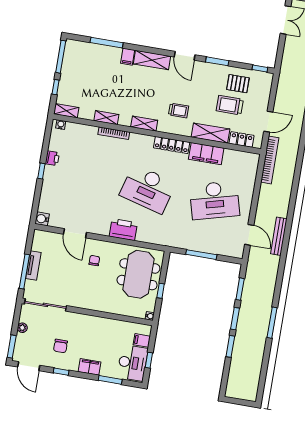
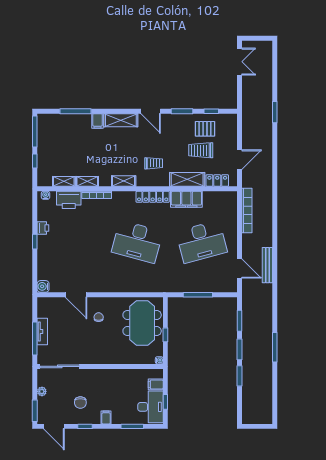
window: (260, 69) -> (211, 111), moved
shelving: (66, 111) -> (64, 181), moved
bookcase: (270, 160) -> (247, 211), moved
printer: (123, 230) -> (69, 200), moved, turned 180
filing cabinet: (90, 367) -> (106, 417), width x0.50

